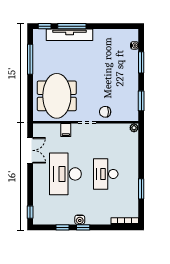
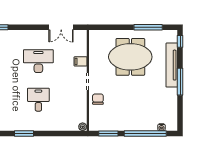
window: (72, 26) -> (180, 82), moved
window: (141, 62) -> (145, 134), width x2.11
meeting table: (57, 96) -> (130, 57), moved
desk: (65, 174) -> (38, 61), width x0.73, depth x0.77
desk: (106, 174) -> (38, 100), width x0.73

